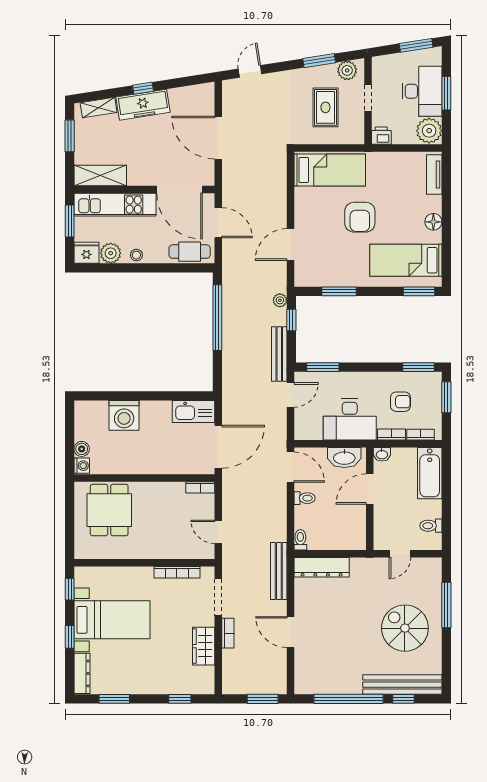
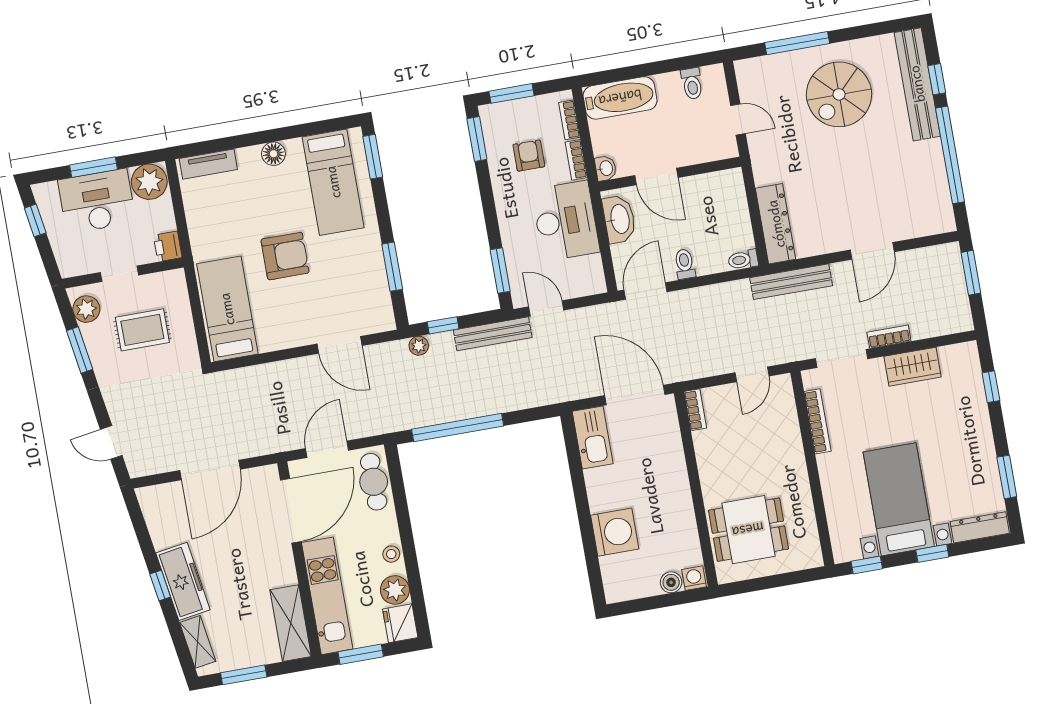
window: (416, 45) -> (35, 220), width x0.67

